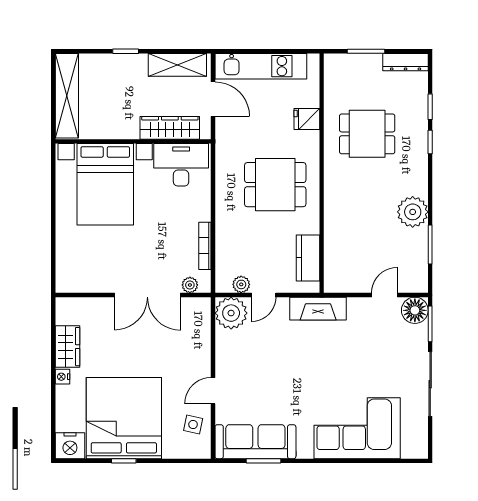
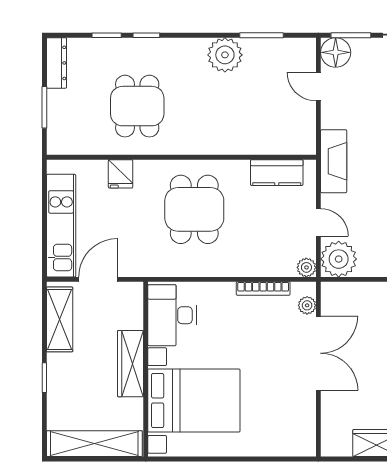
wardrobe: (170, 128) -> (130, 364), moved
plant: (241, 284) -> (306, 267), moved

